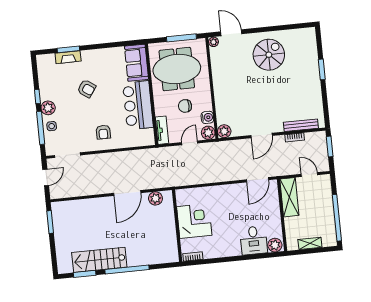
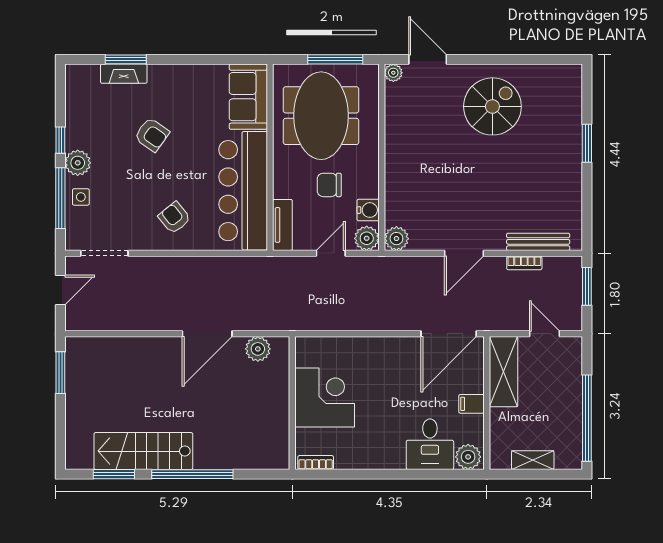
meeting table: (177, 69) -> (321, 116), turned 90
bar counter: (138, 105) -> (243, 191), width x1.36
armchair: (103, 132) -> (174, 218), turned 141
door: (258, 180) -> (449, 334), width x1.36
filing cabinet: (274, 216) -> (471, 404), added

